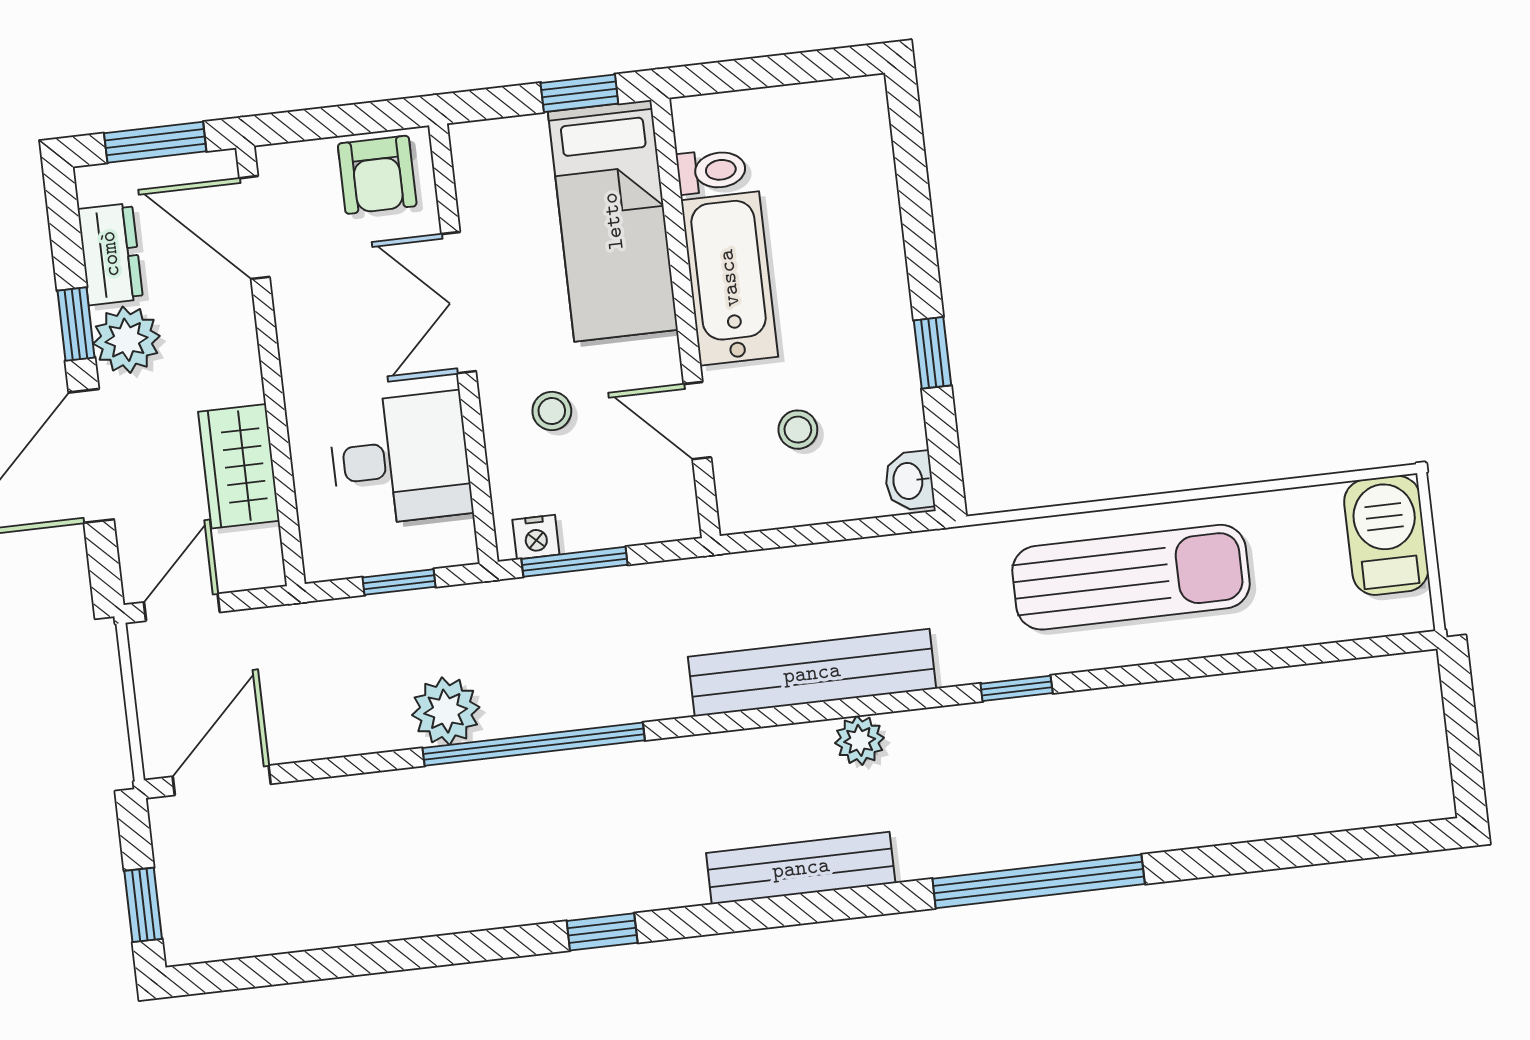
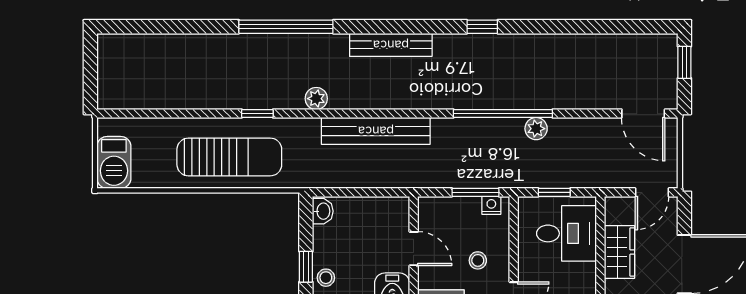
stool: (798, 430) -> (326, 278), moved
desk: (400, 459) -> (566, 233), moved, turned 180
sun lounger: (1131, 577) -> (229, 157), turned 180
window: (1017, 688) -> (257, 114), moved
plant: (446, 711) -> (536, 129), width x0.73, depth x0.73
plant: (860, 740) -> (316, 99), moved
door: (222, 780) -> (643, 114), hinge flipped

